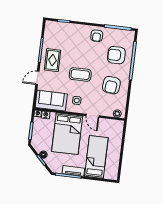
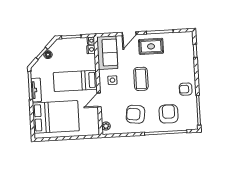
door: (37, 78) -> (129, 34), swing flipped
bed: (67, 134) -> (75, 81), width x0.67
bed: (96, 157) -> (56, 117), width x1.50

